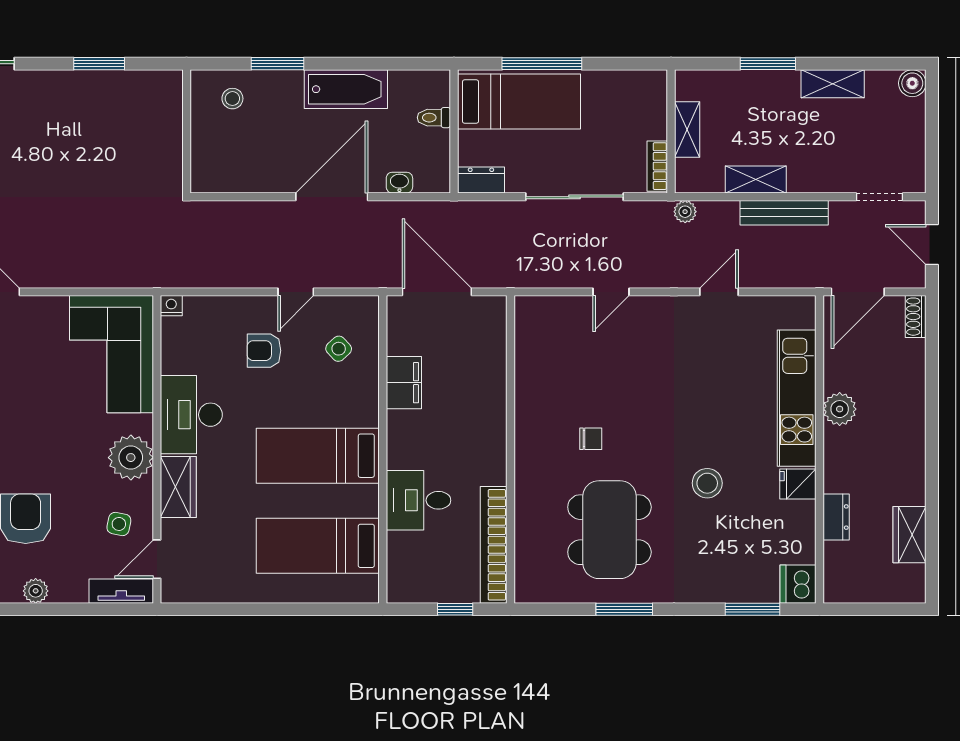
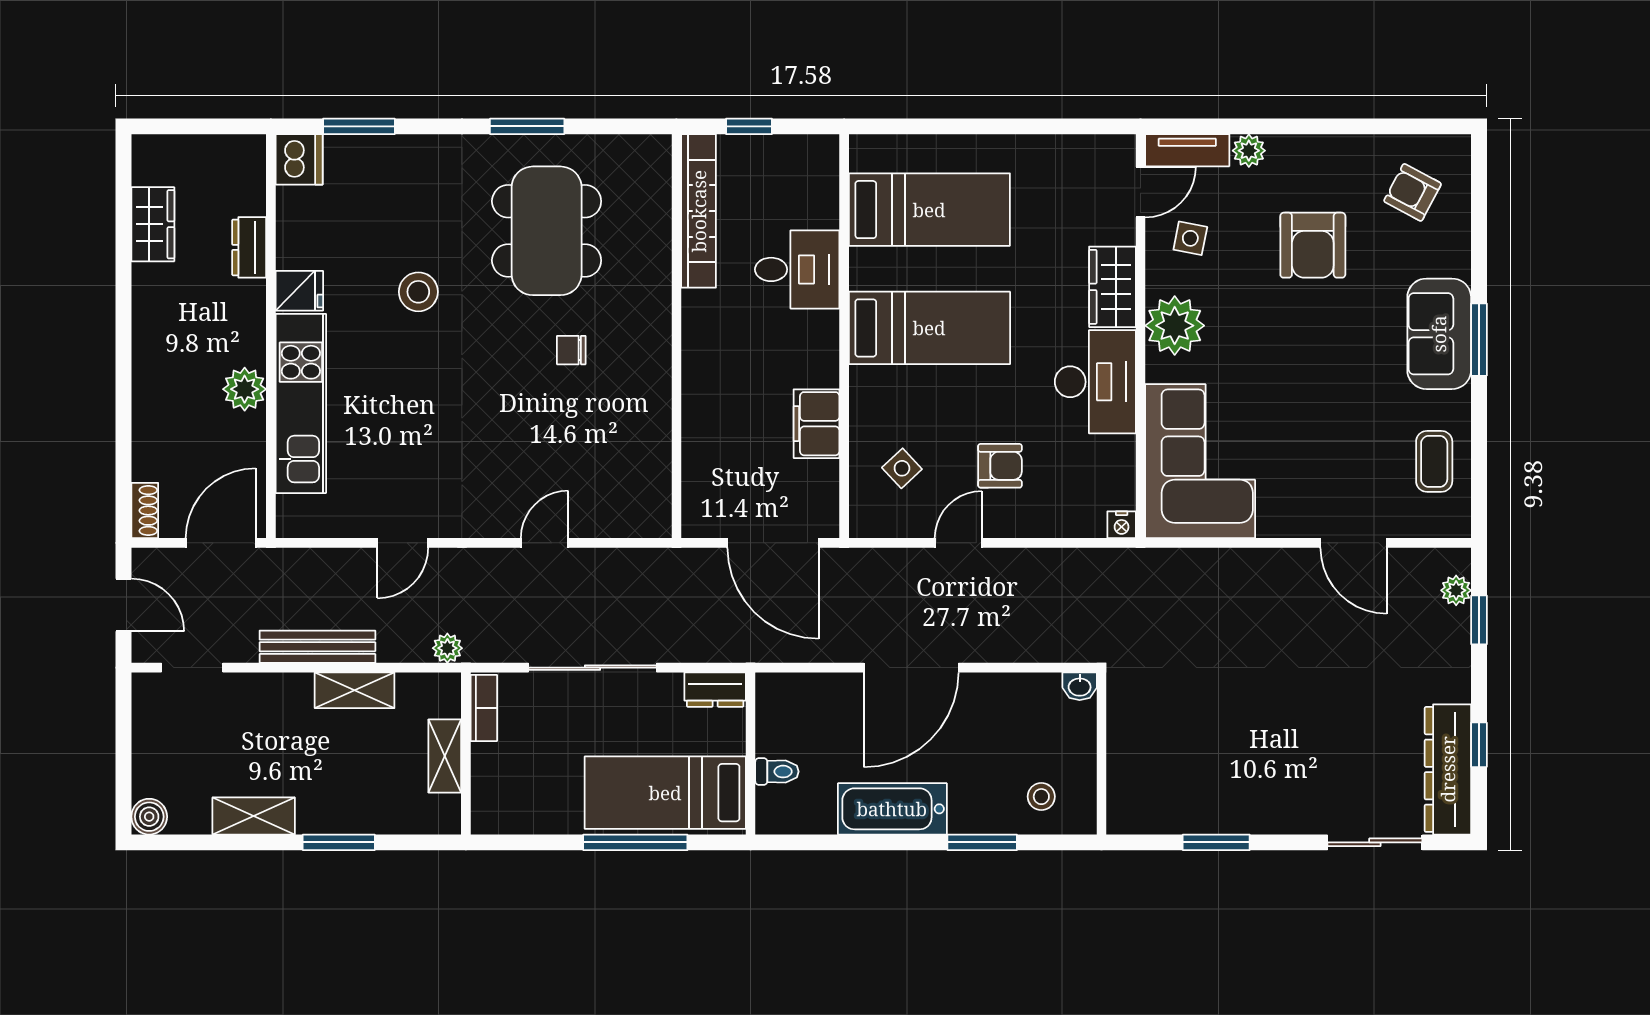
washbasin: (399, 183) -> (1080, 686), moved
plant: (36, 591) -> (1249, 151), moved

